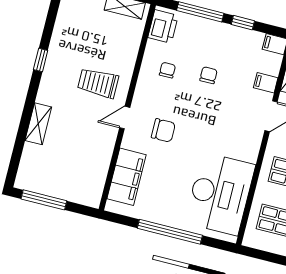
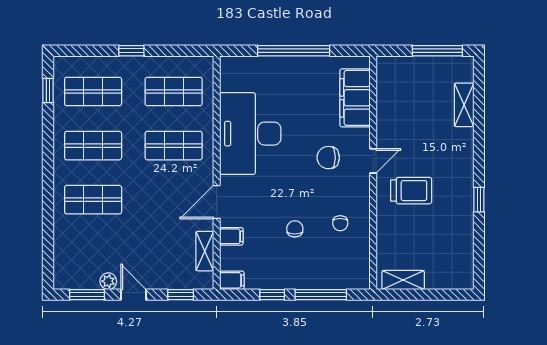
printer: (163, 26) -> (357, 269), removed
chair: (208, 75) -> (295, 229), turned 180
shelving: (38, 124) -> (464, 105), moved
desk: (220, 194) -> (250, 134), moved

